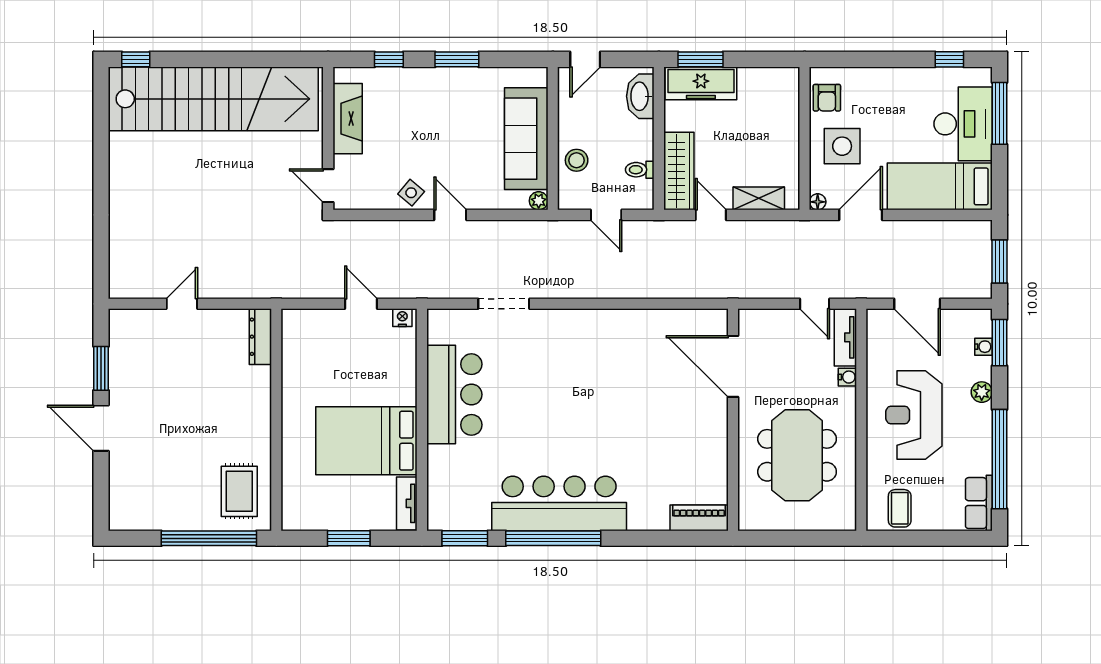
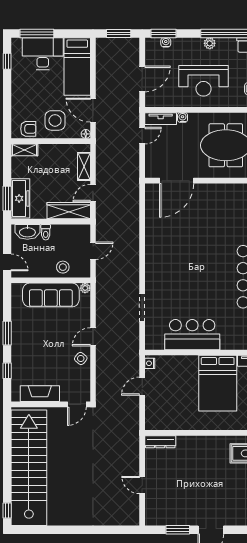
shelving: (789, 91) -> (24, 150), added
toilet: (640, 170) -> (46, 232), moved
plant: (982, 392) -> (210, 43), moved

